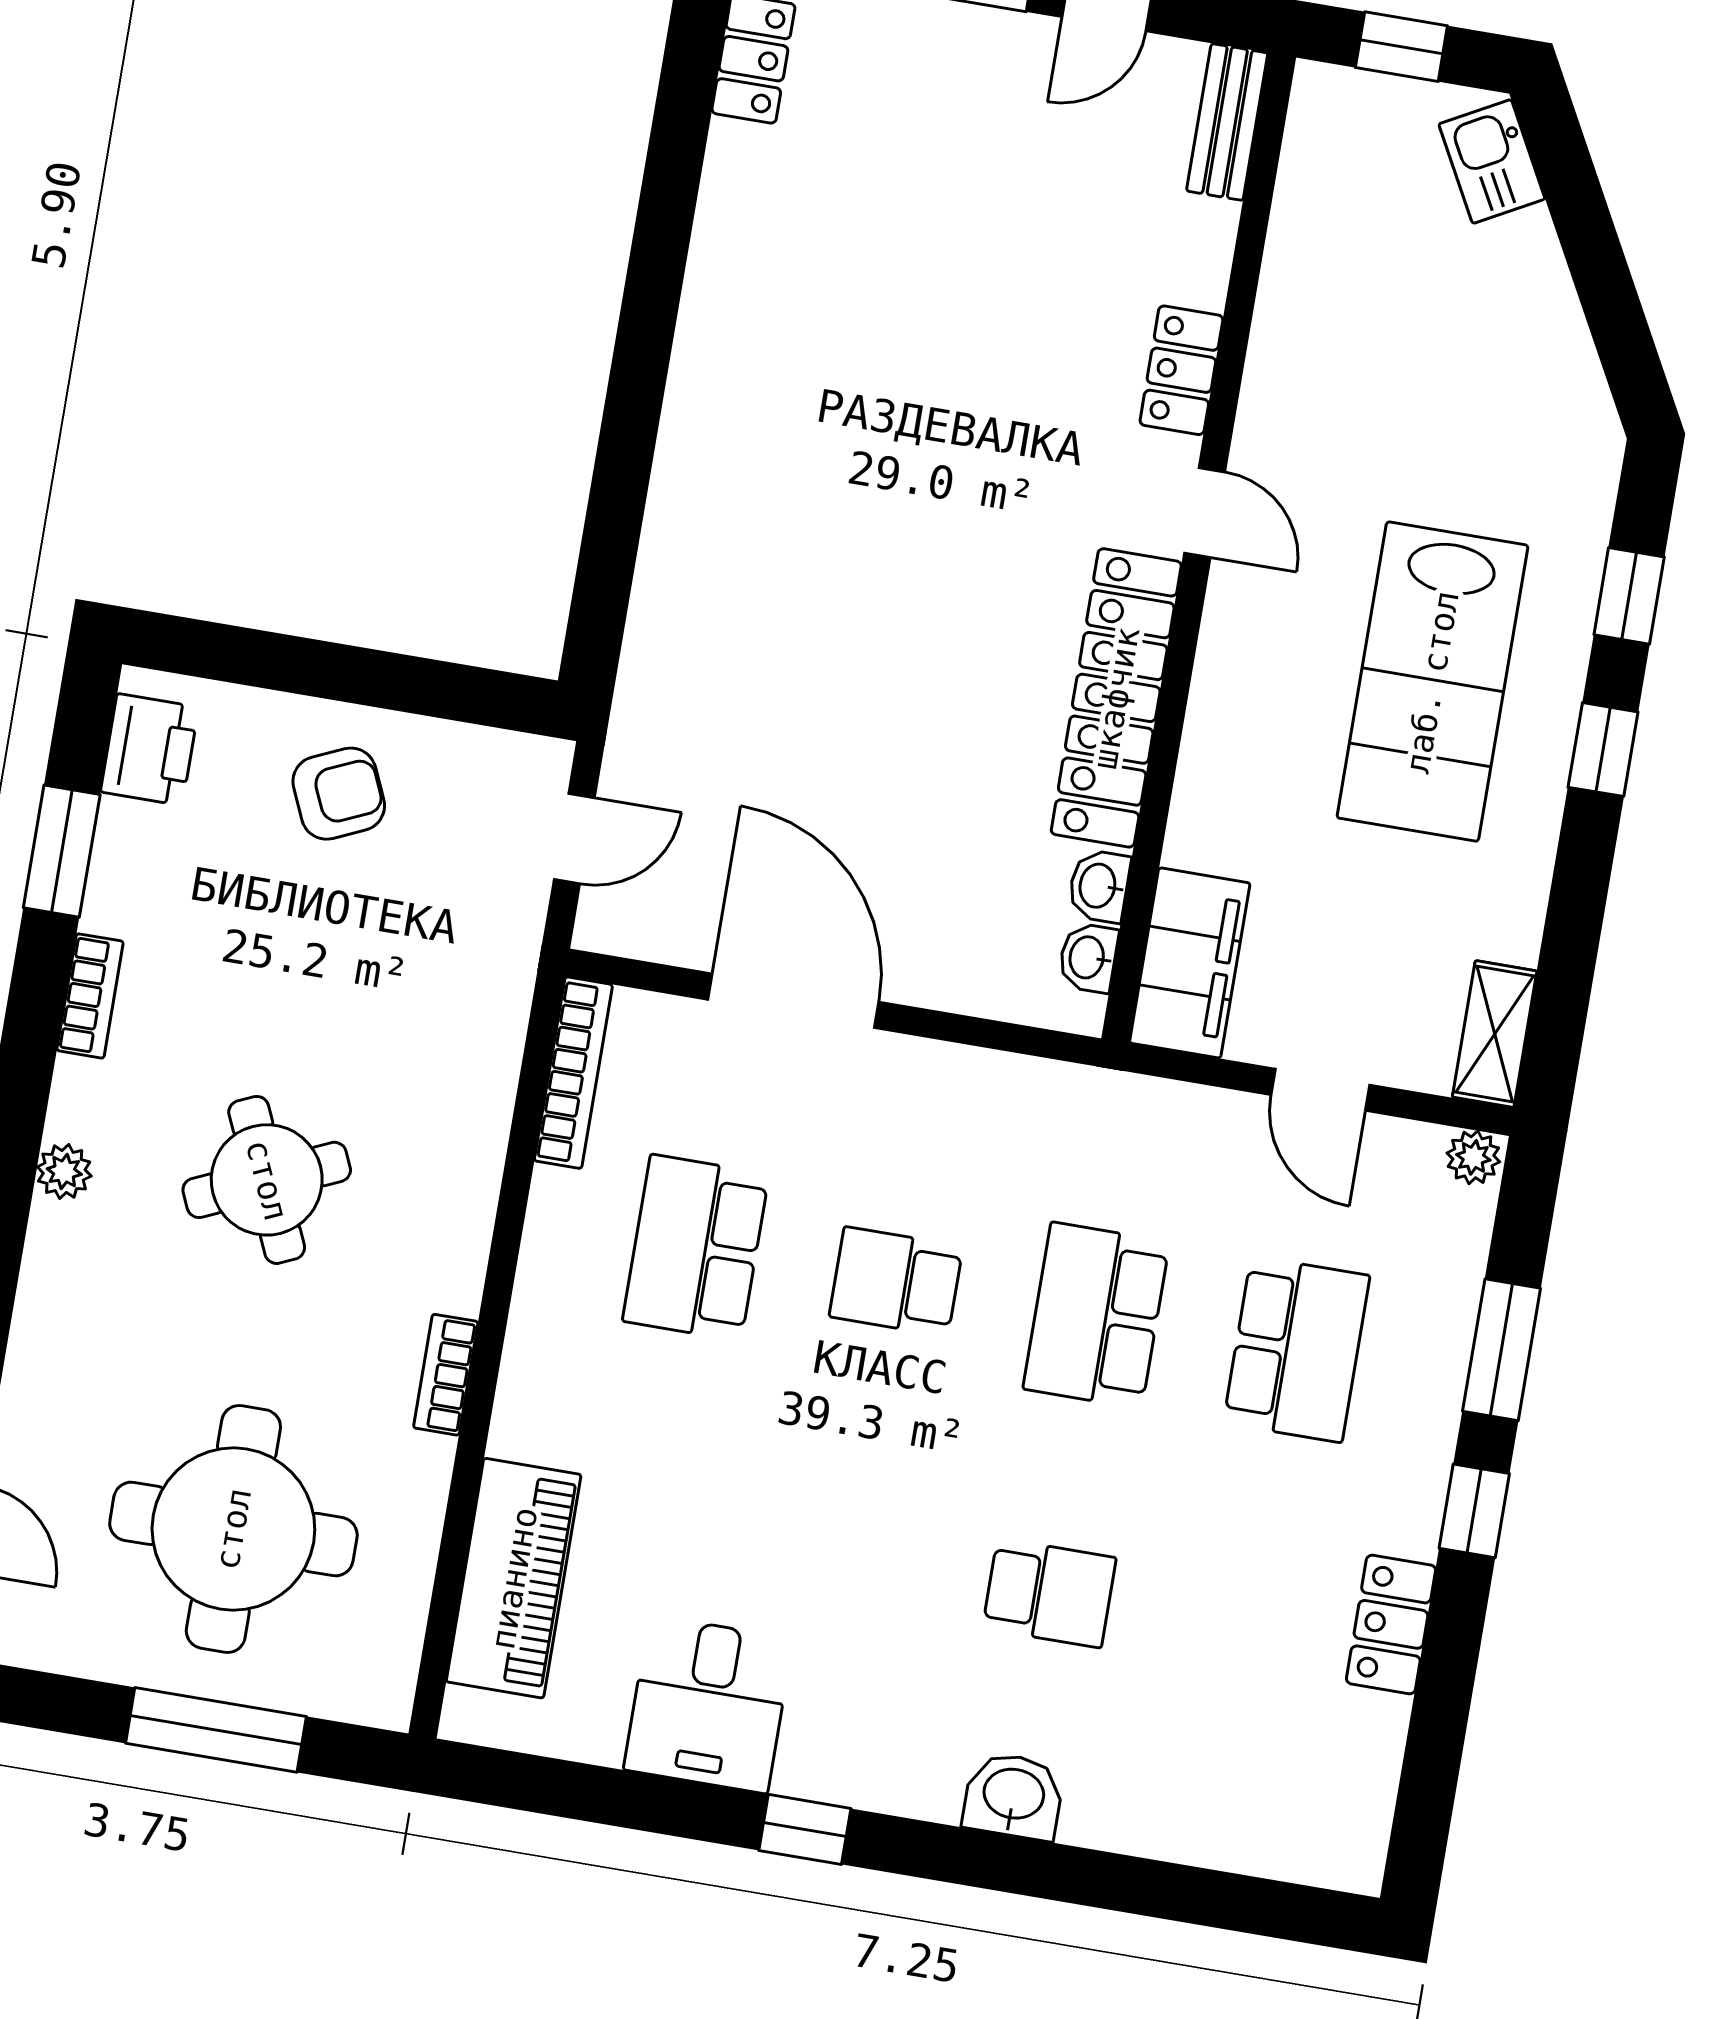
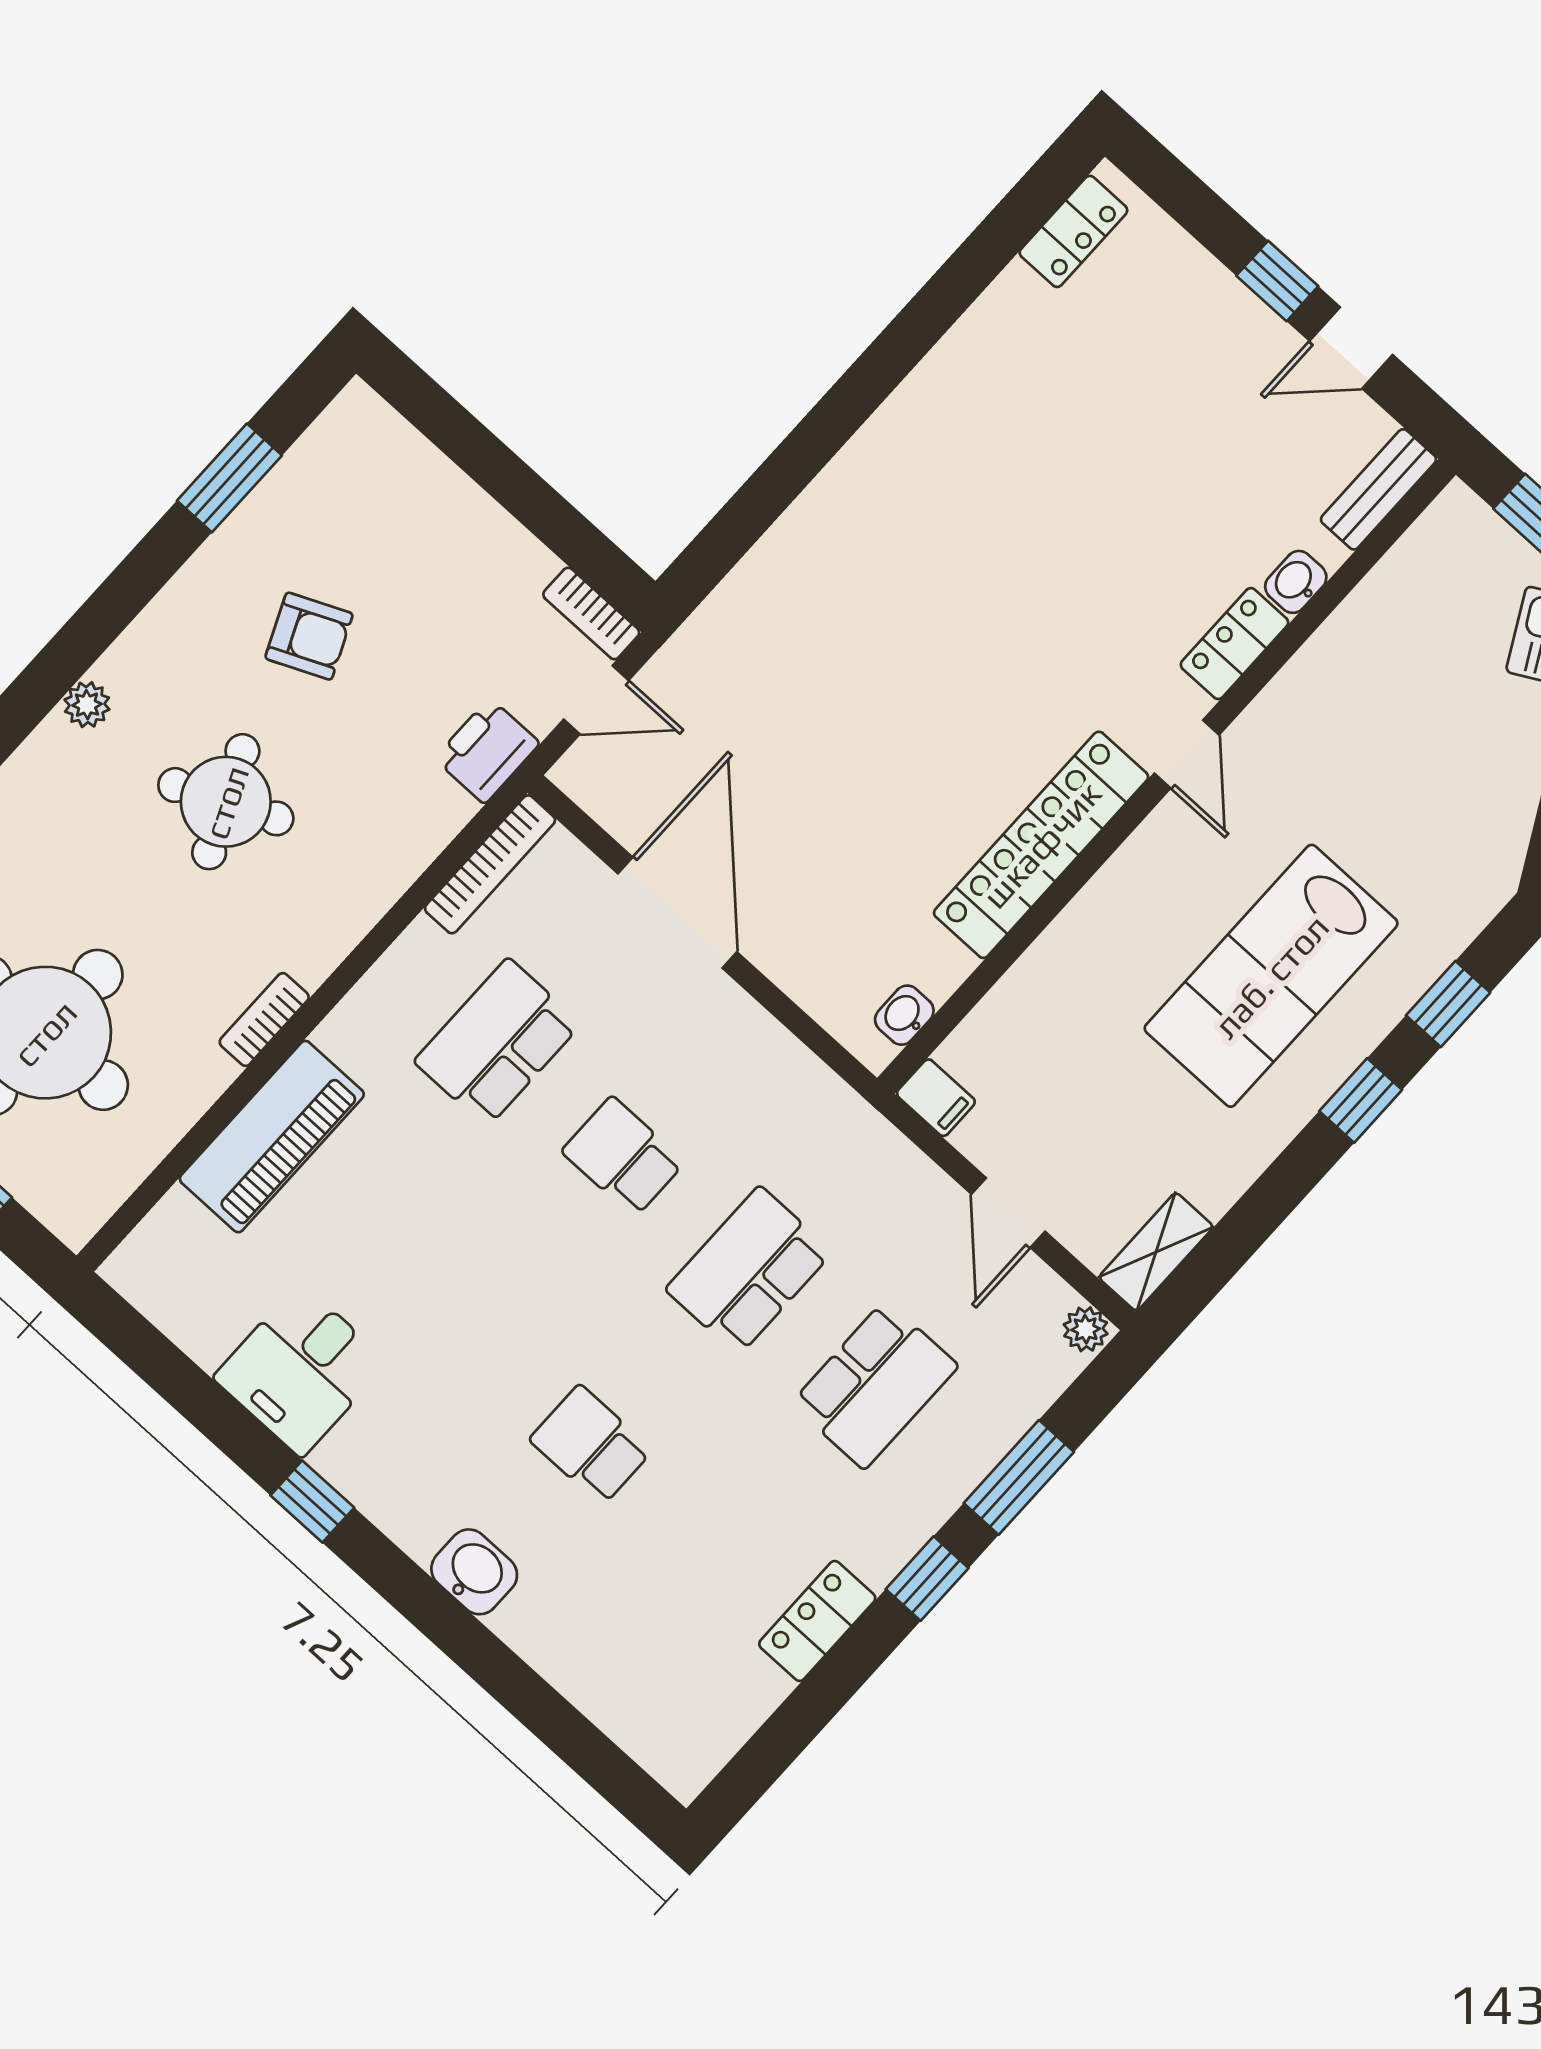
printer: (150, 749) -> (487, 751), moved, turned 180
armchair: (339, 794) -> (309, 636), moved
washbasin: (1099, 886) -> (1296, 582), moved
filing cabinet: (1190, 963) -> (936, 1098), width x0.33, depth x0.86
bookcase: (90, 996) -> (591, 614), moved, turned 90
piano: (514, 1578) -> (272, 1137), moved
school desk: (1049, 1593) -> (591, 1445), turned 180

